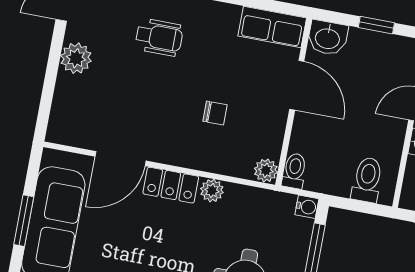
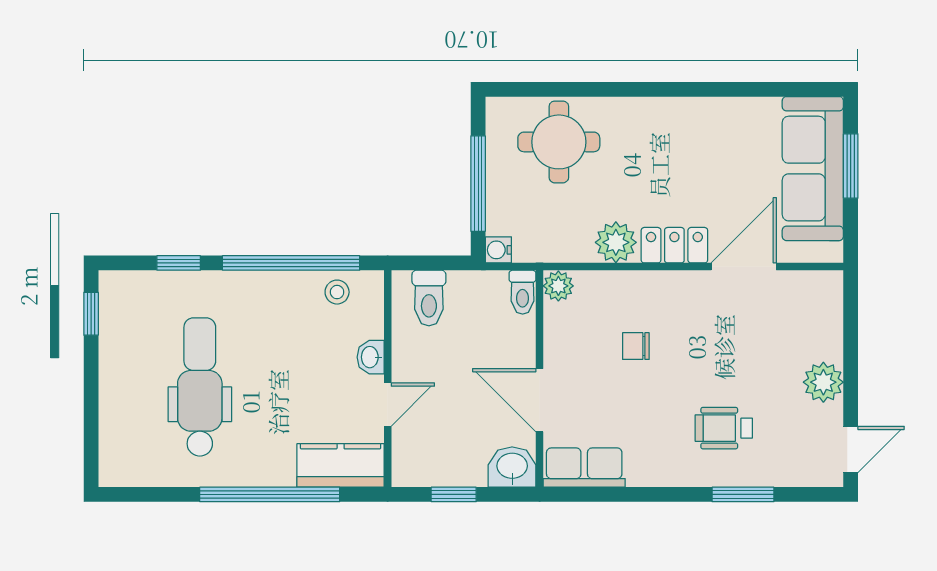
plant: (212, 191) -> (616, 242), width x1.38, depth x1.38

